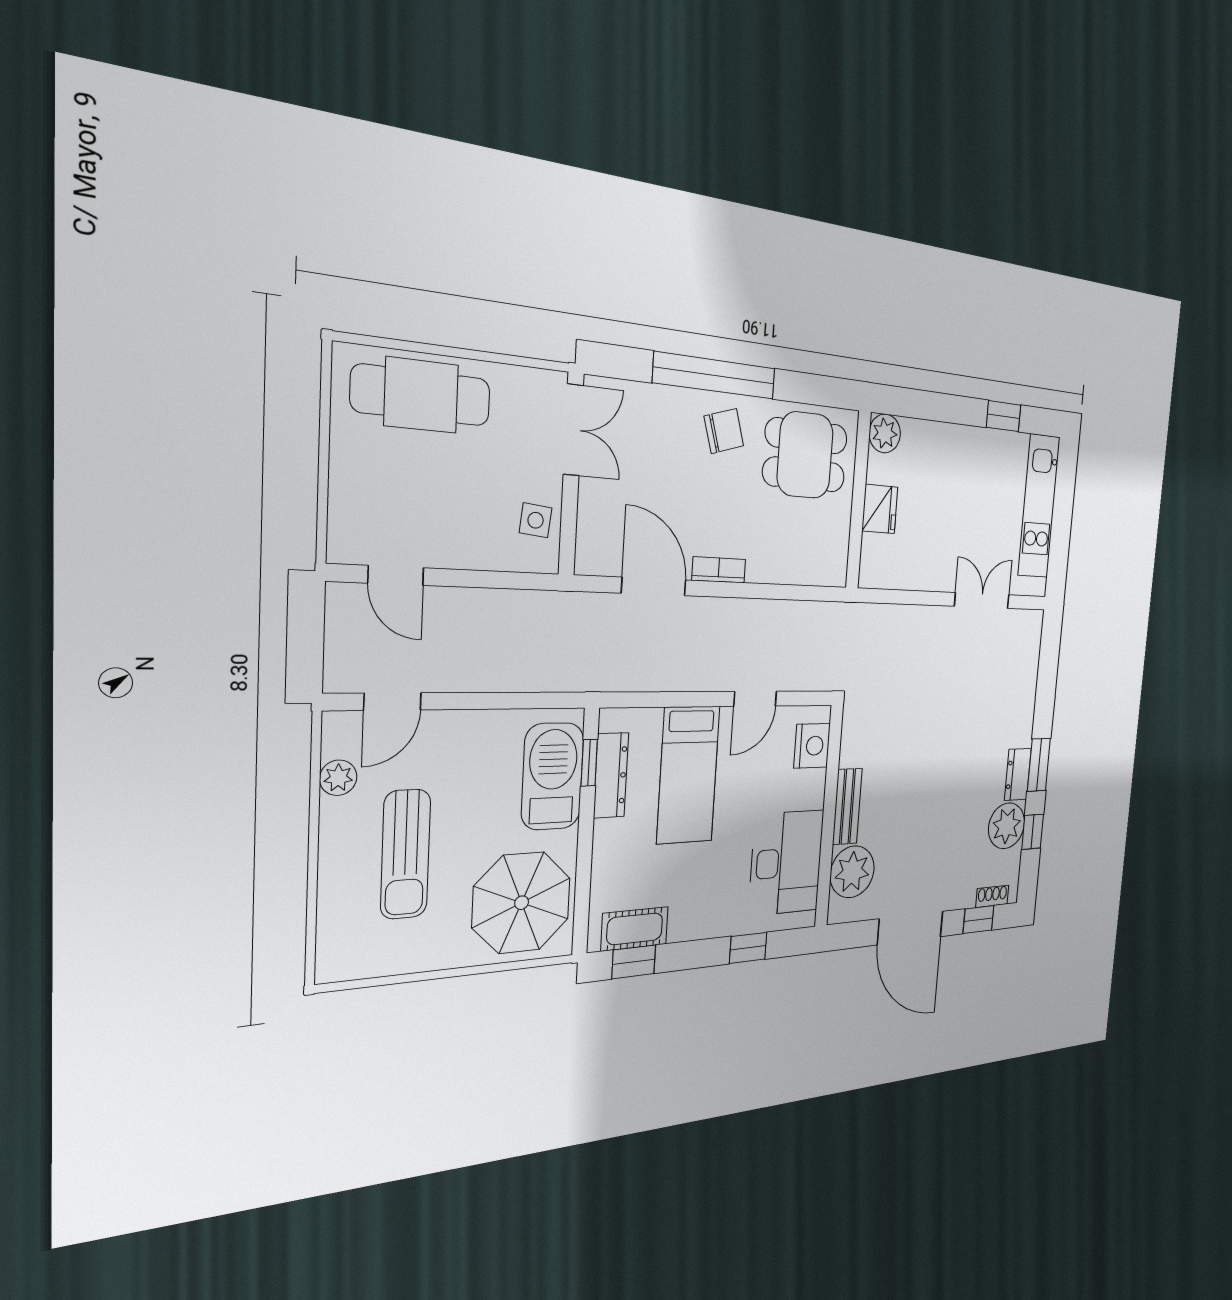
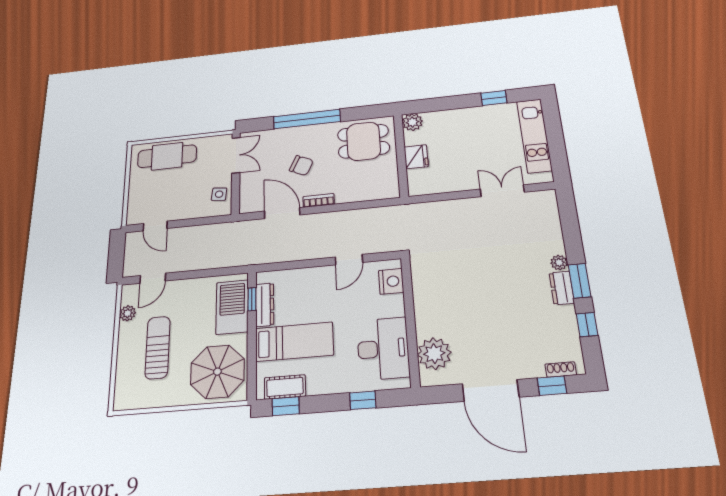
chair: (724, 431) -> (301, 166), moved, turned 42
bed: (688, 775) -> (294, 342), moved, turned -90
bench: (847, 807) -> (423, 314), removed
plant: (1007, 826) -> (559, 263), moved, width x0.53, depth x0.53
sun lounger: (406, 854) -> (158, 347), turned 180

